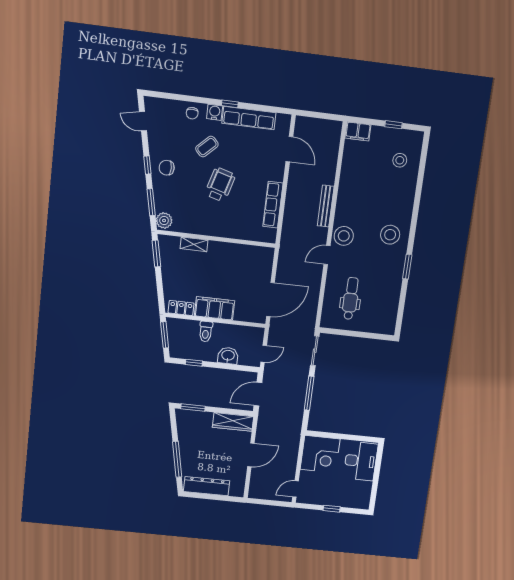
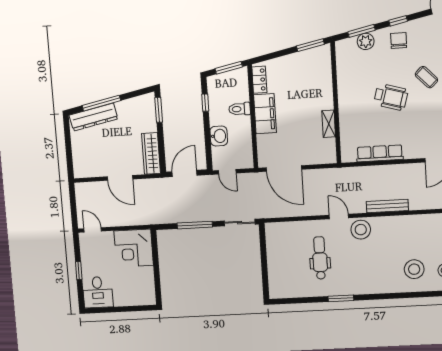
plant: (164, 220) -> (366, 41), moved
stool: (390, 235) -> (414, 269), moved
shelving: (194, 244) -> (329, 124), moved
dental chair: (351, 298) -> (320, 258), moved, turned -90
door: (258, 394) -> (184, 173), hinge flipped
desk: (361, 461) -> (98, 292), moved, width x0.73
dresser: (207, 486) -> (93, 117), moved, turned 78

